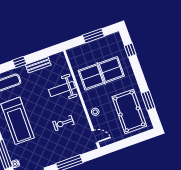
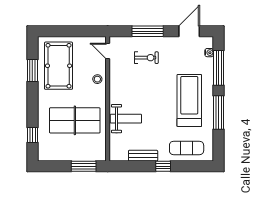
window: (93, 36) -> (84, 166), moved
exercise bike: (63, 123) -> (146, 58), moved

